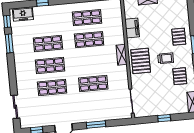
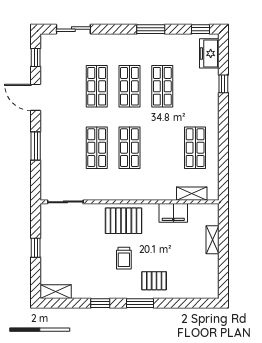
shop shelf: (89, 40) -> (129, 148), moved
window: (9, 43) -> (151, 29), moved
shelving: (122, 55) -> (192, 194), moved
pallet: (180, 76) -> (95, 277), removed

